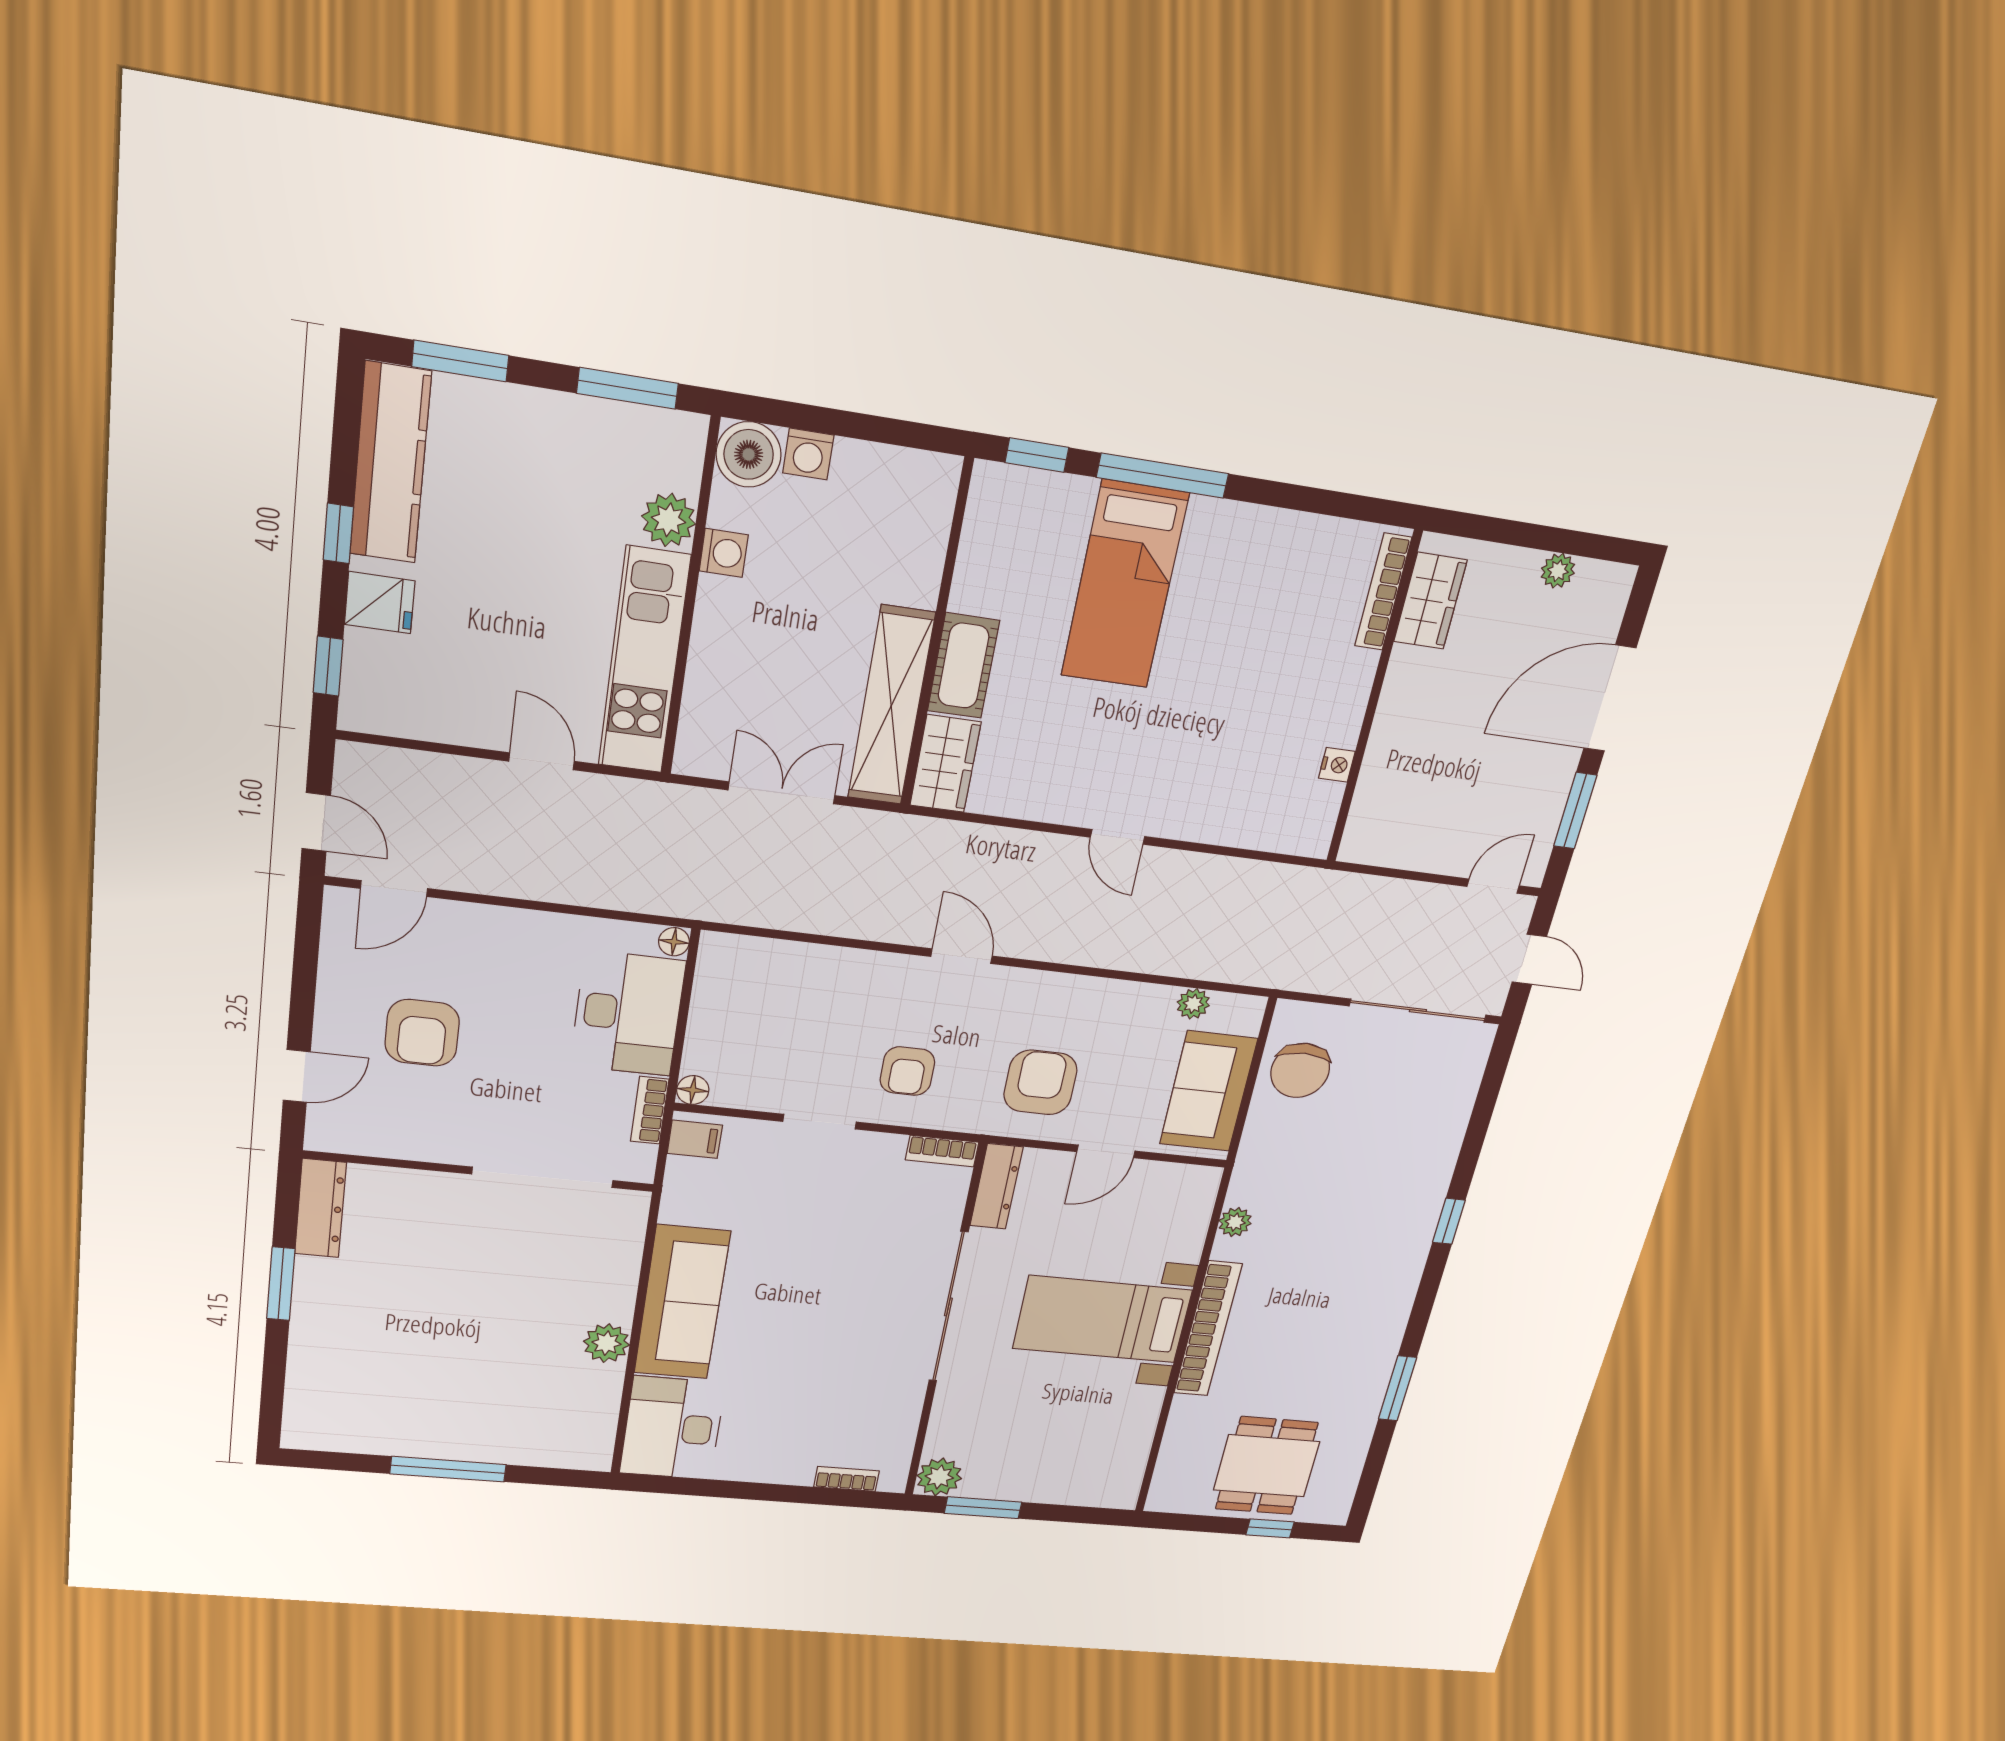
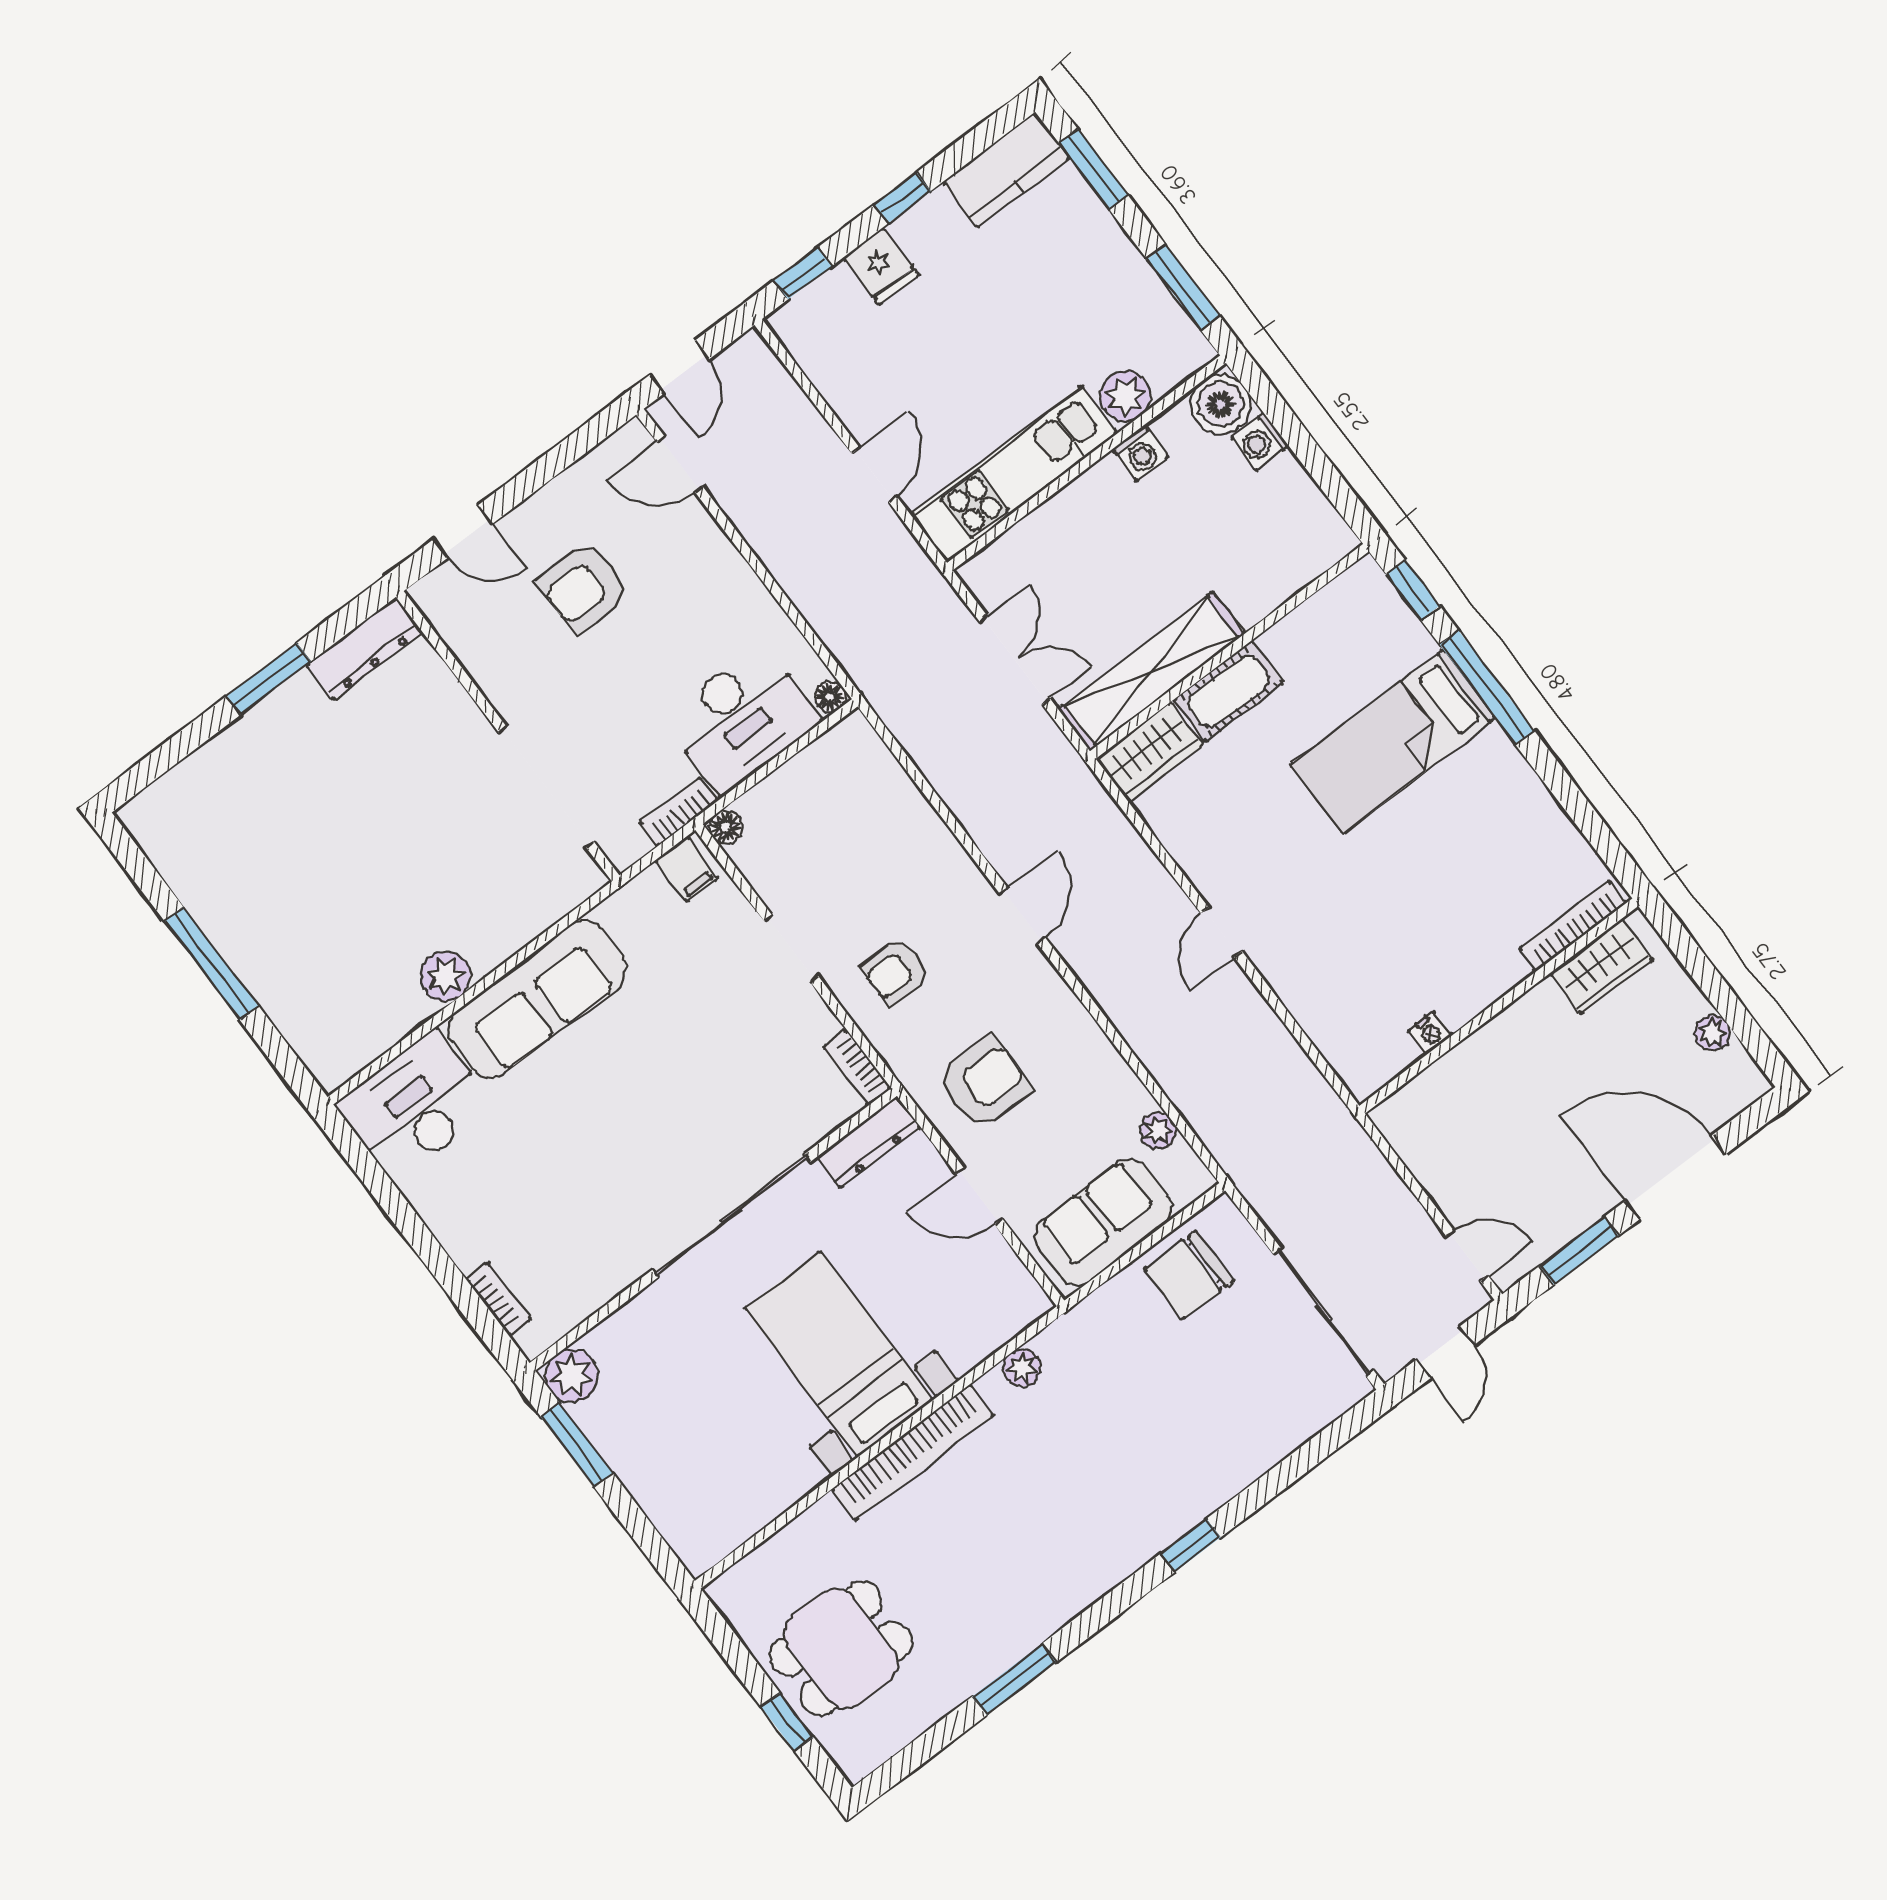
kitchen counter: (390, 463) -> (1006, 170), width x0.67

